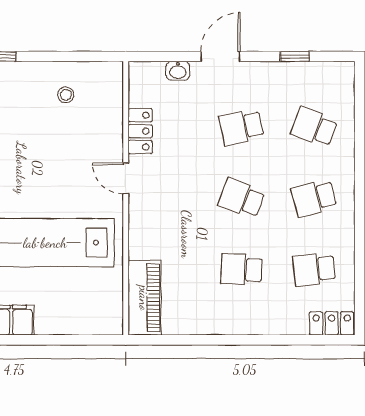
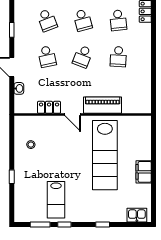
school desk: (314, 127) -> (47, 20), turned -42
door: (126, 178) -> (73, 115), hinge flipped
piano: (144, 298) -> (103, 105), moved

